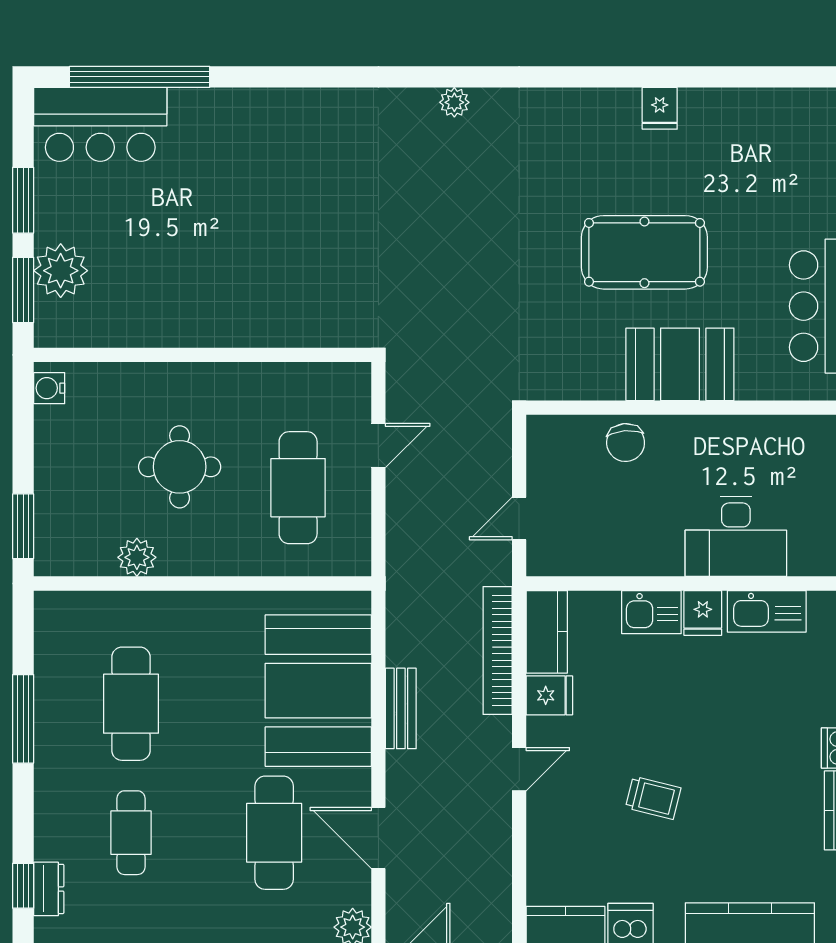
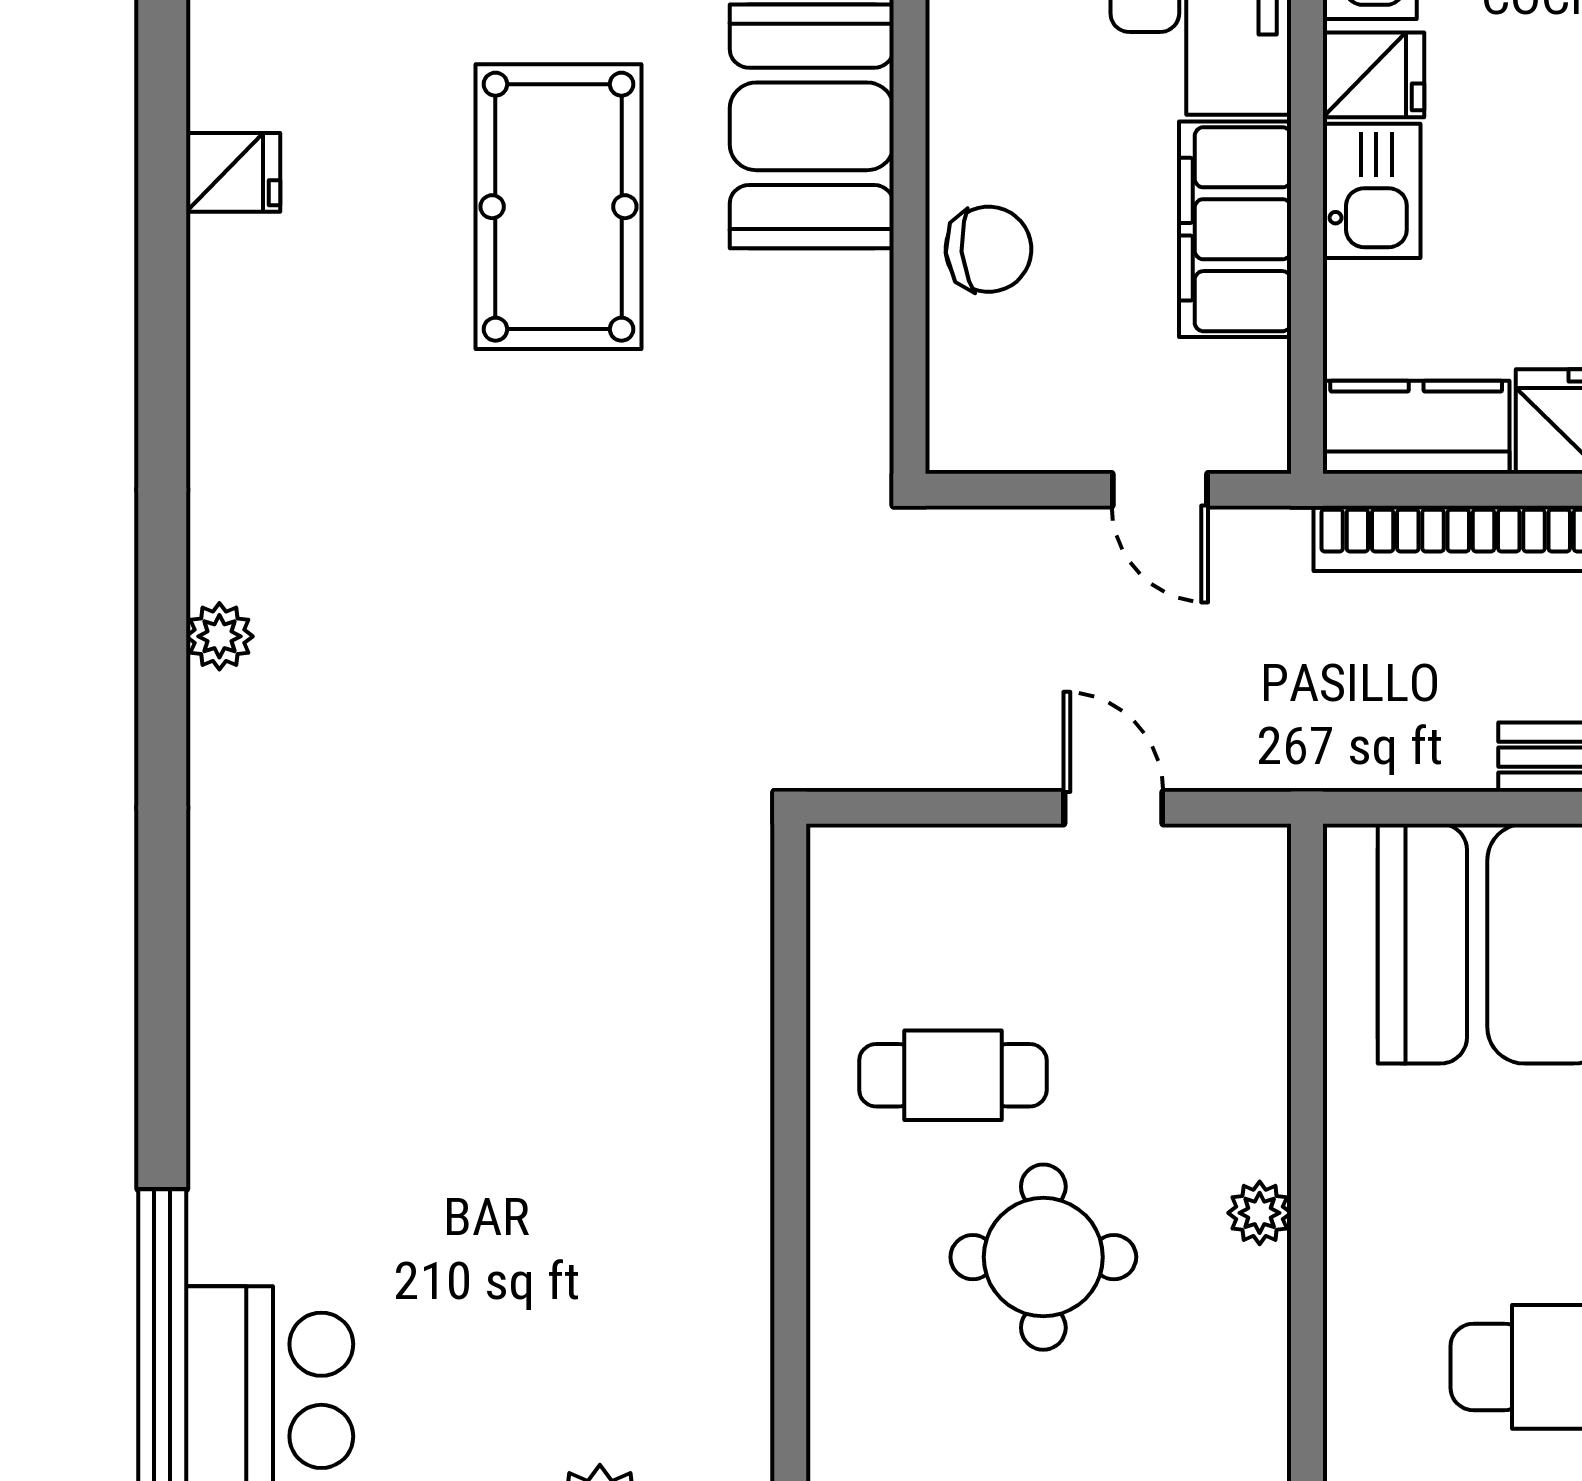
door: (378, 445) -> (1113, 808), moved
cafe table: (298, 488) -> (953, 1075), moved, width x0.73, depth x0.74
filing cabinet: (634, 552) -> (1235, 229), added
plant: (137, 557) -> (1260, 1213), moved, width x0.73, depth x0.73

